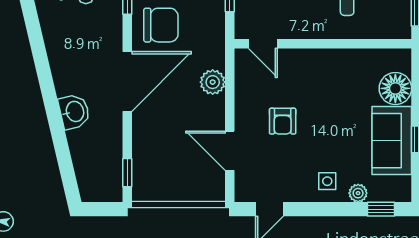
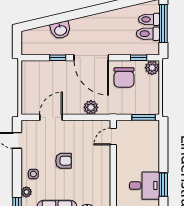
washbasin: (74, 112) -> (60, 30), moved
armchair: (283, 121) -> (64, 161), moved, turned 180
window: (127, 173) -> (58, 58), moved

